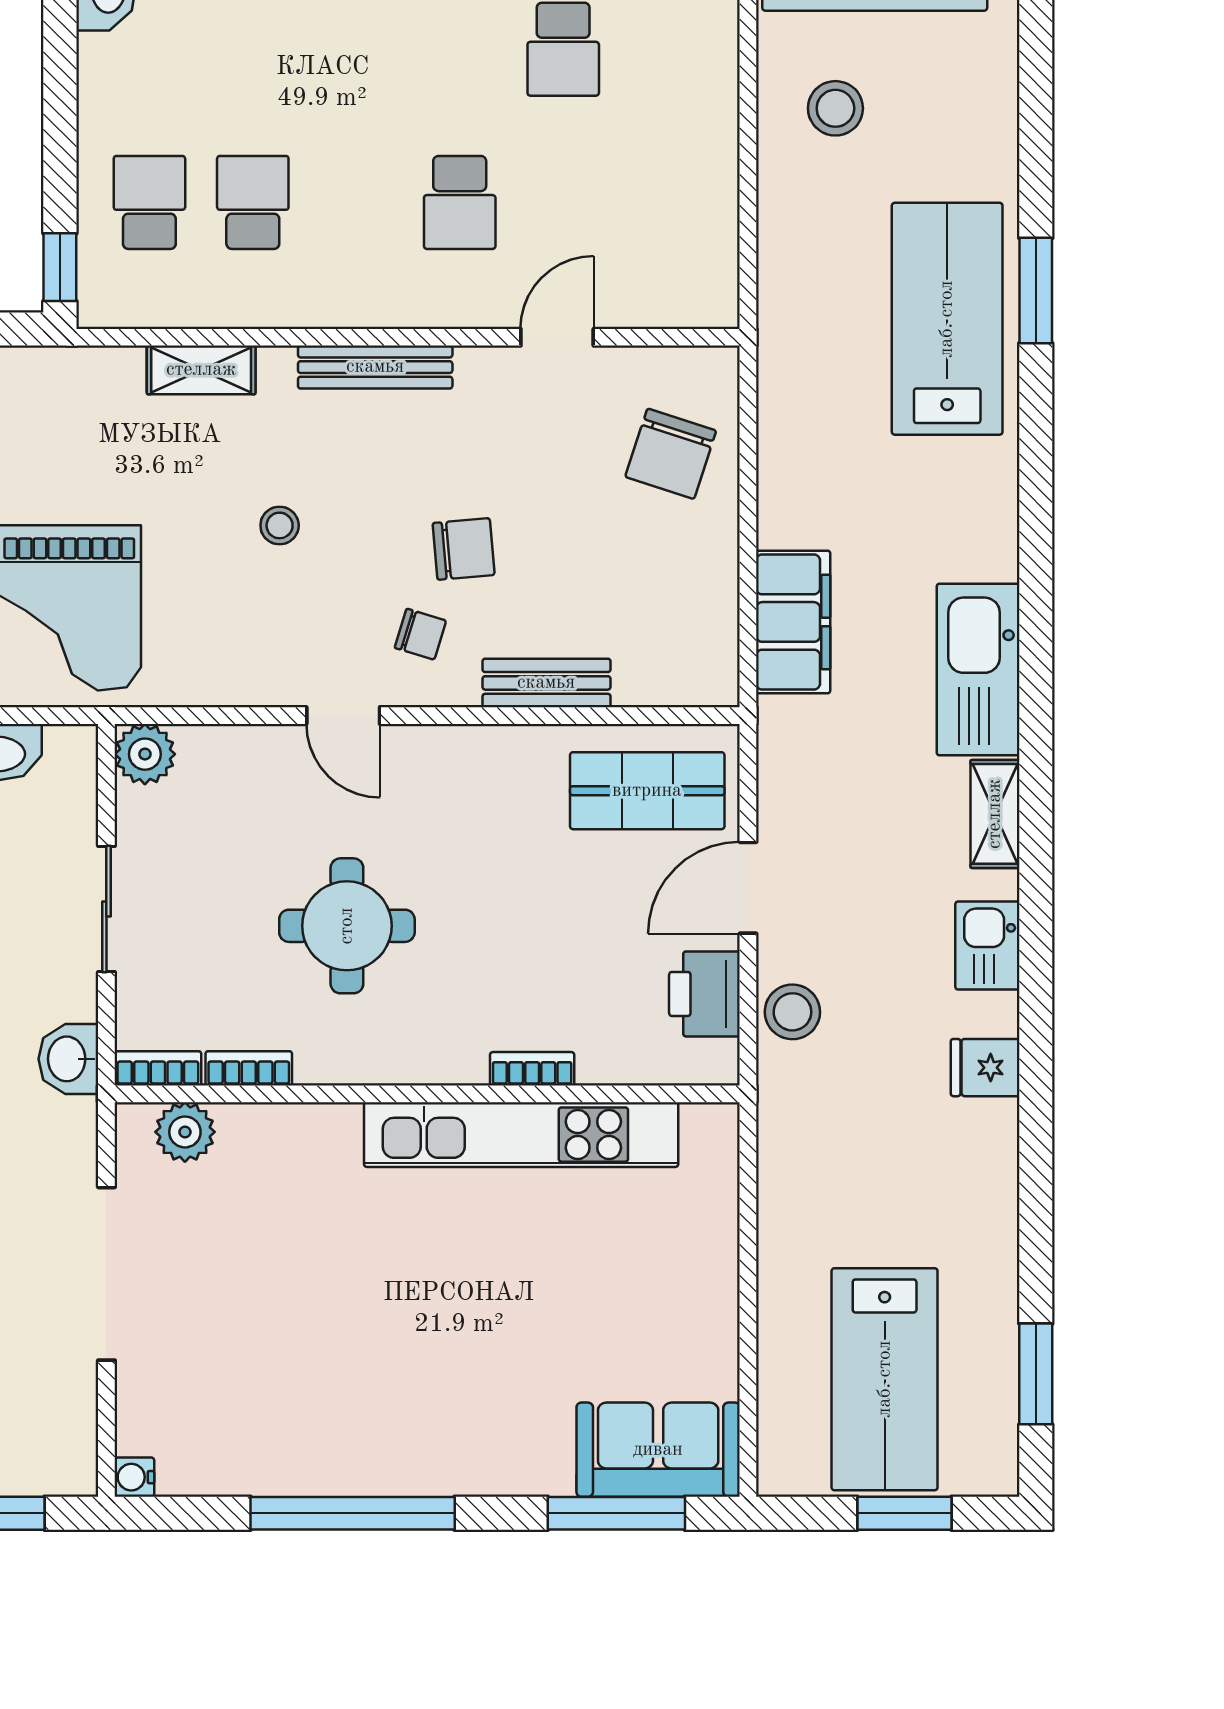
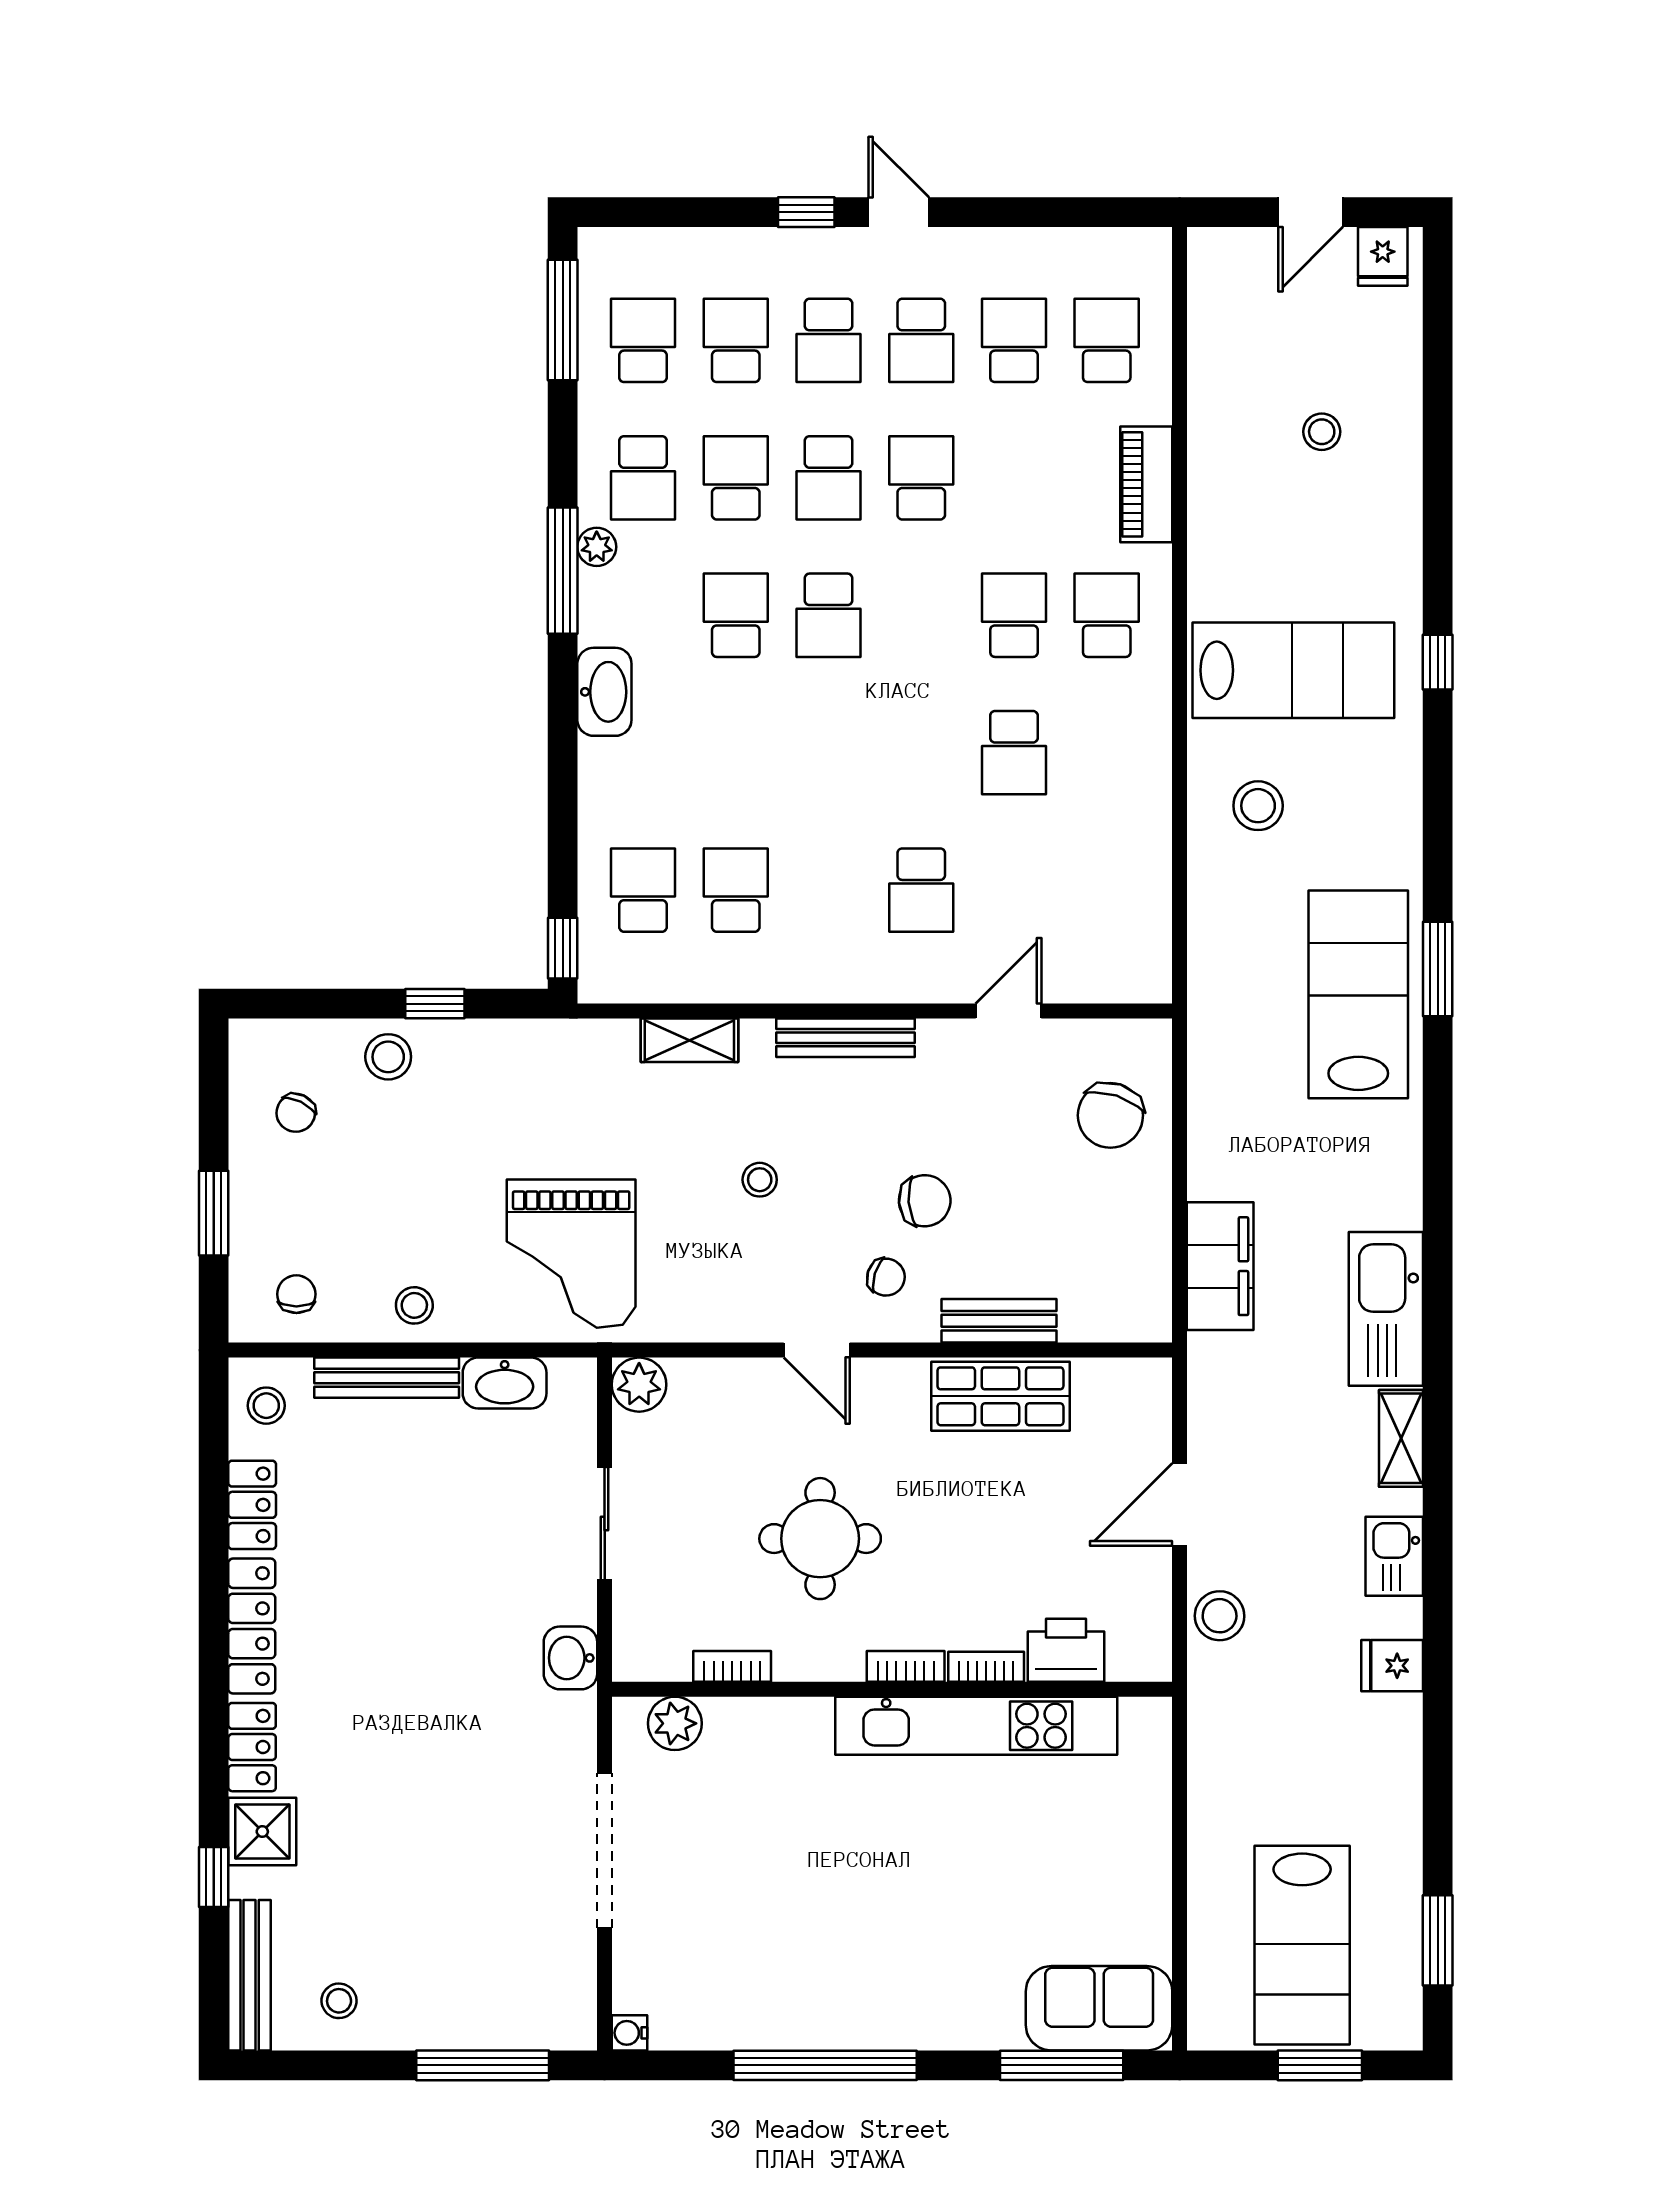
shop shelf: (647, 791) -> (1000, 1396), moved
printer: (704, 994) -> (1066, 1650), moved, turned 90
bookcase: (158, 1068) -> (906, 1666), moved

